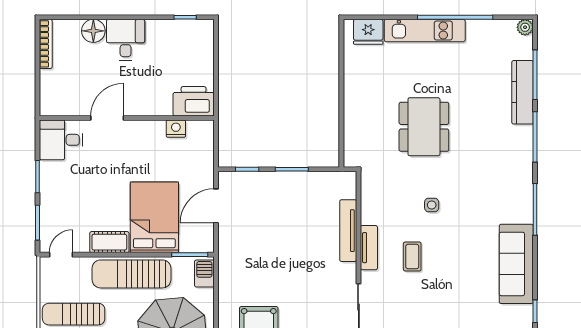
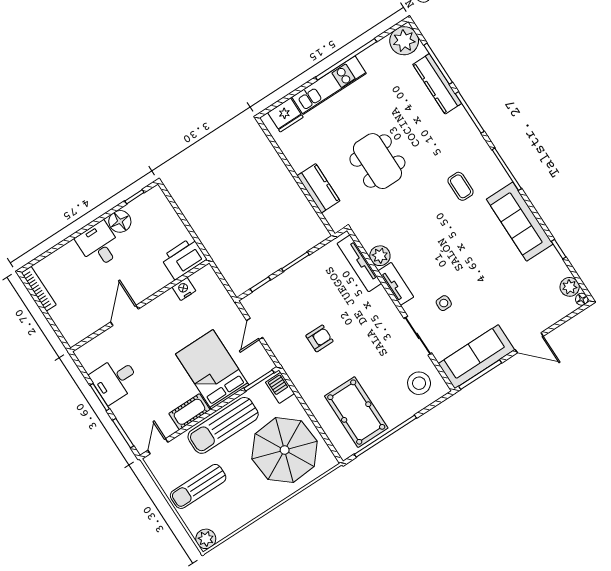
plant: (525, 27) -> (404, 41), width x1.87, depth x1.87
floor lamp: (93, 31) -> (120, 221), moved
kitchen counter: (355, 117) -> (319, 188), added
desk: (61, 140) -> (115, 380), moved
side table: (432, 205) -> (444, 303), moved
door: (216, 206) -> (255, 329), width x0.73
plant: (371, 213) -> (380, 256), added
tv unit: (348, 231) -> (359, 263), moved
armchair: (269, 252) -> (319, 338), added
coffee table: (412, 256) -> (461, 186), moved

